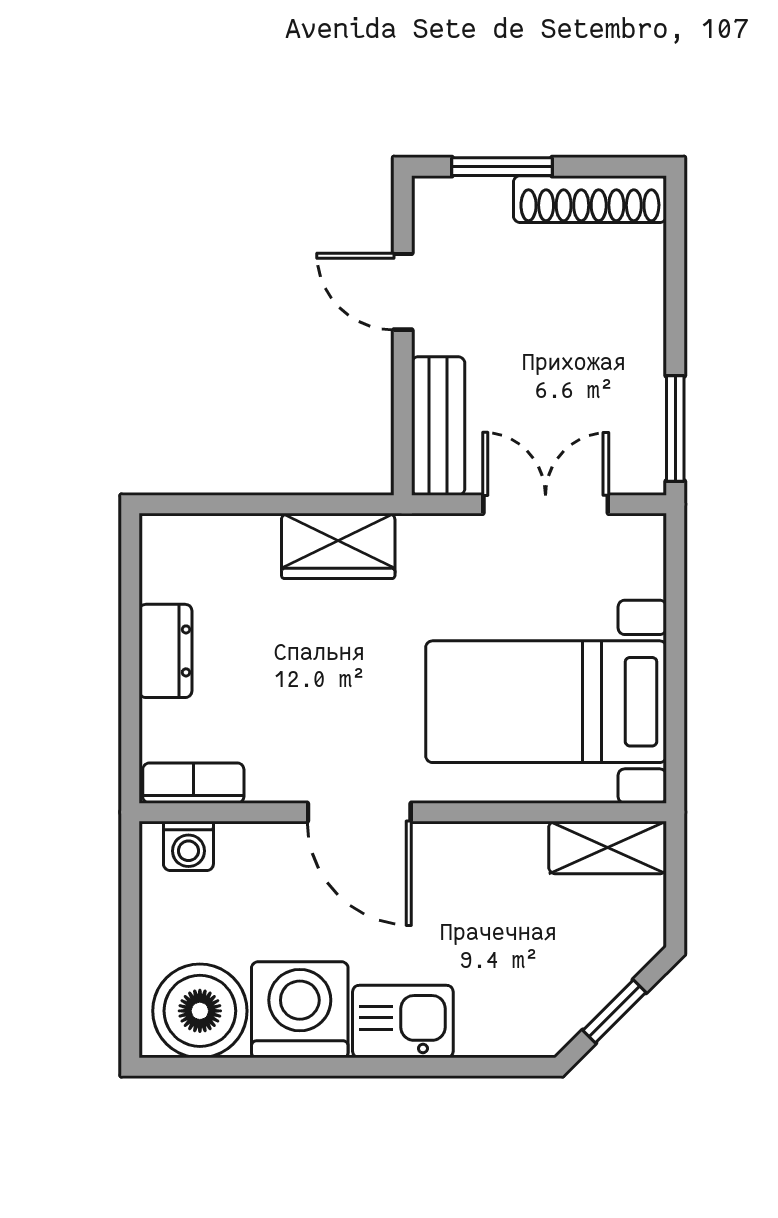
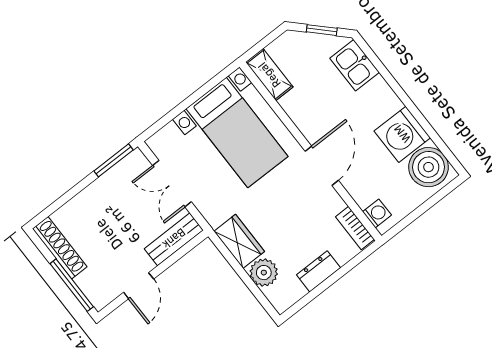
window: (502, 167) -> (72, 285), width x1.44
plant: (244, 546) -> (264, 273), added
kitchen sink: (403, 1022) -> (355, 65), moved

